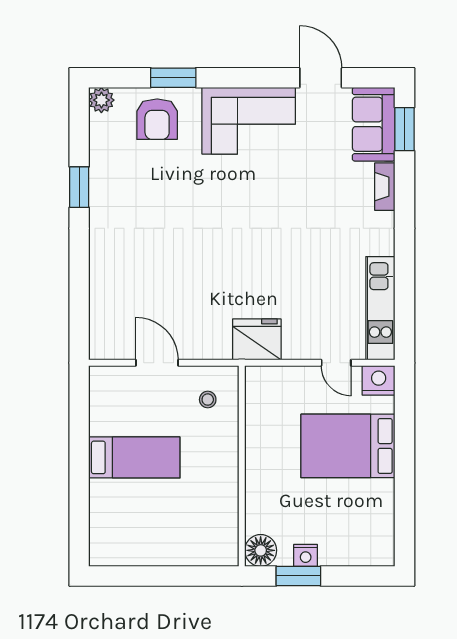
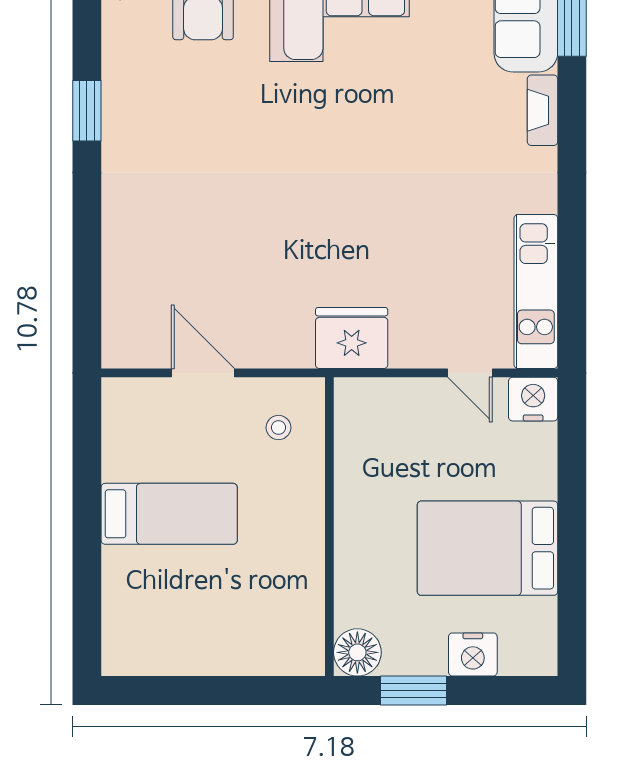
bed: (348, 446) -> (487, 548), moved
nightstand: (306, 555) -> (473, 654), moved, width x1.36, depth x1.33

